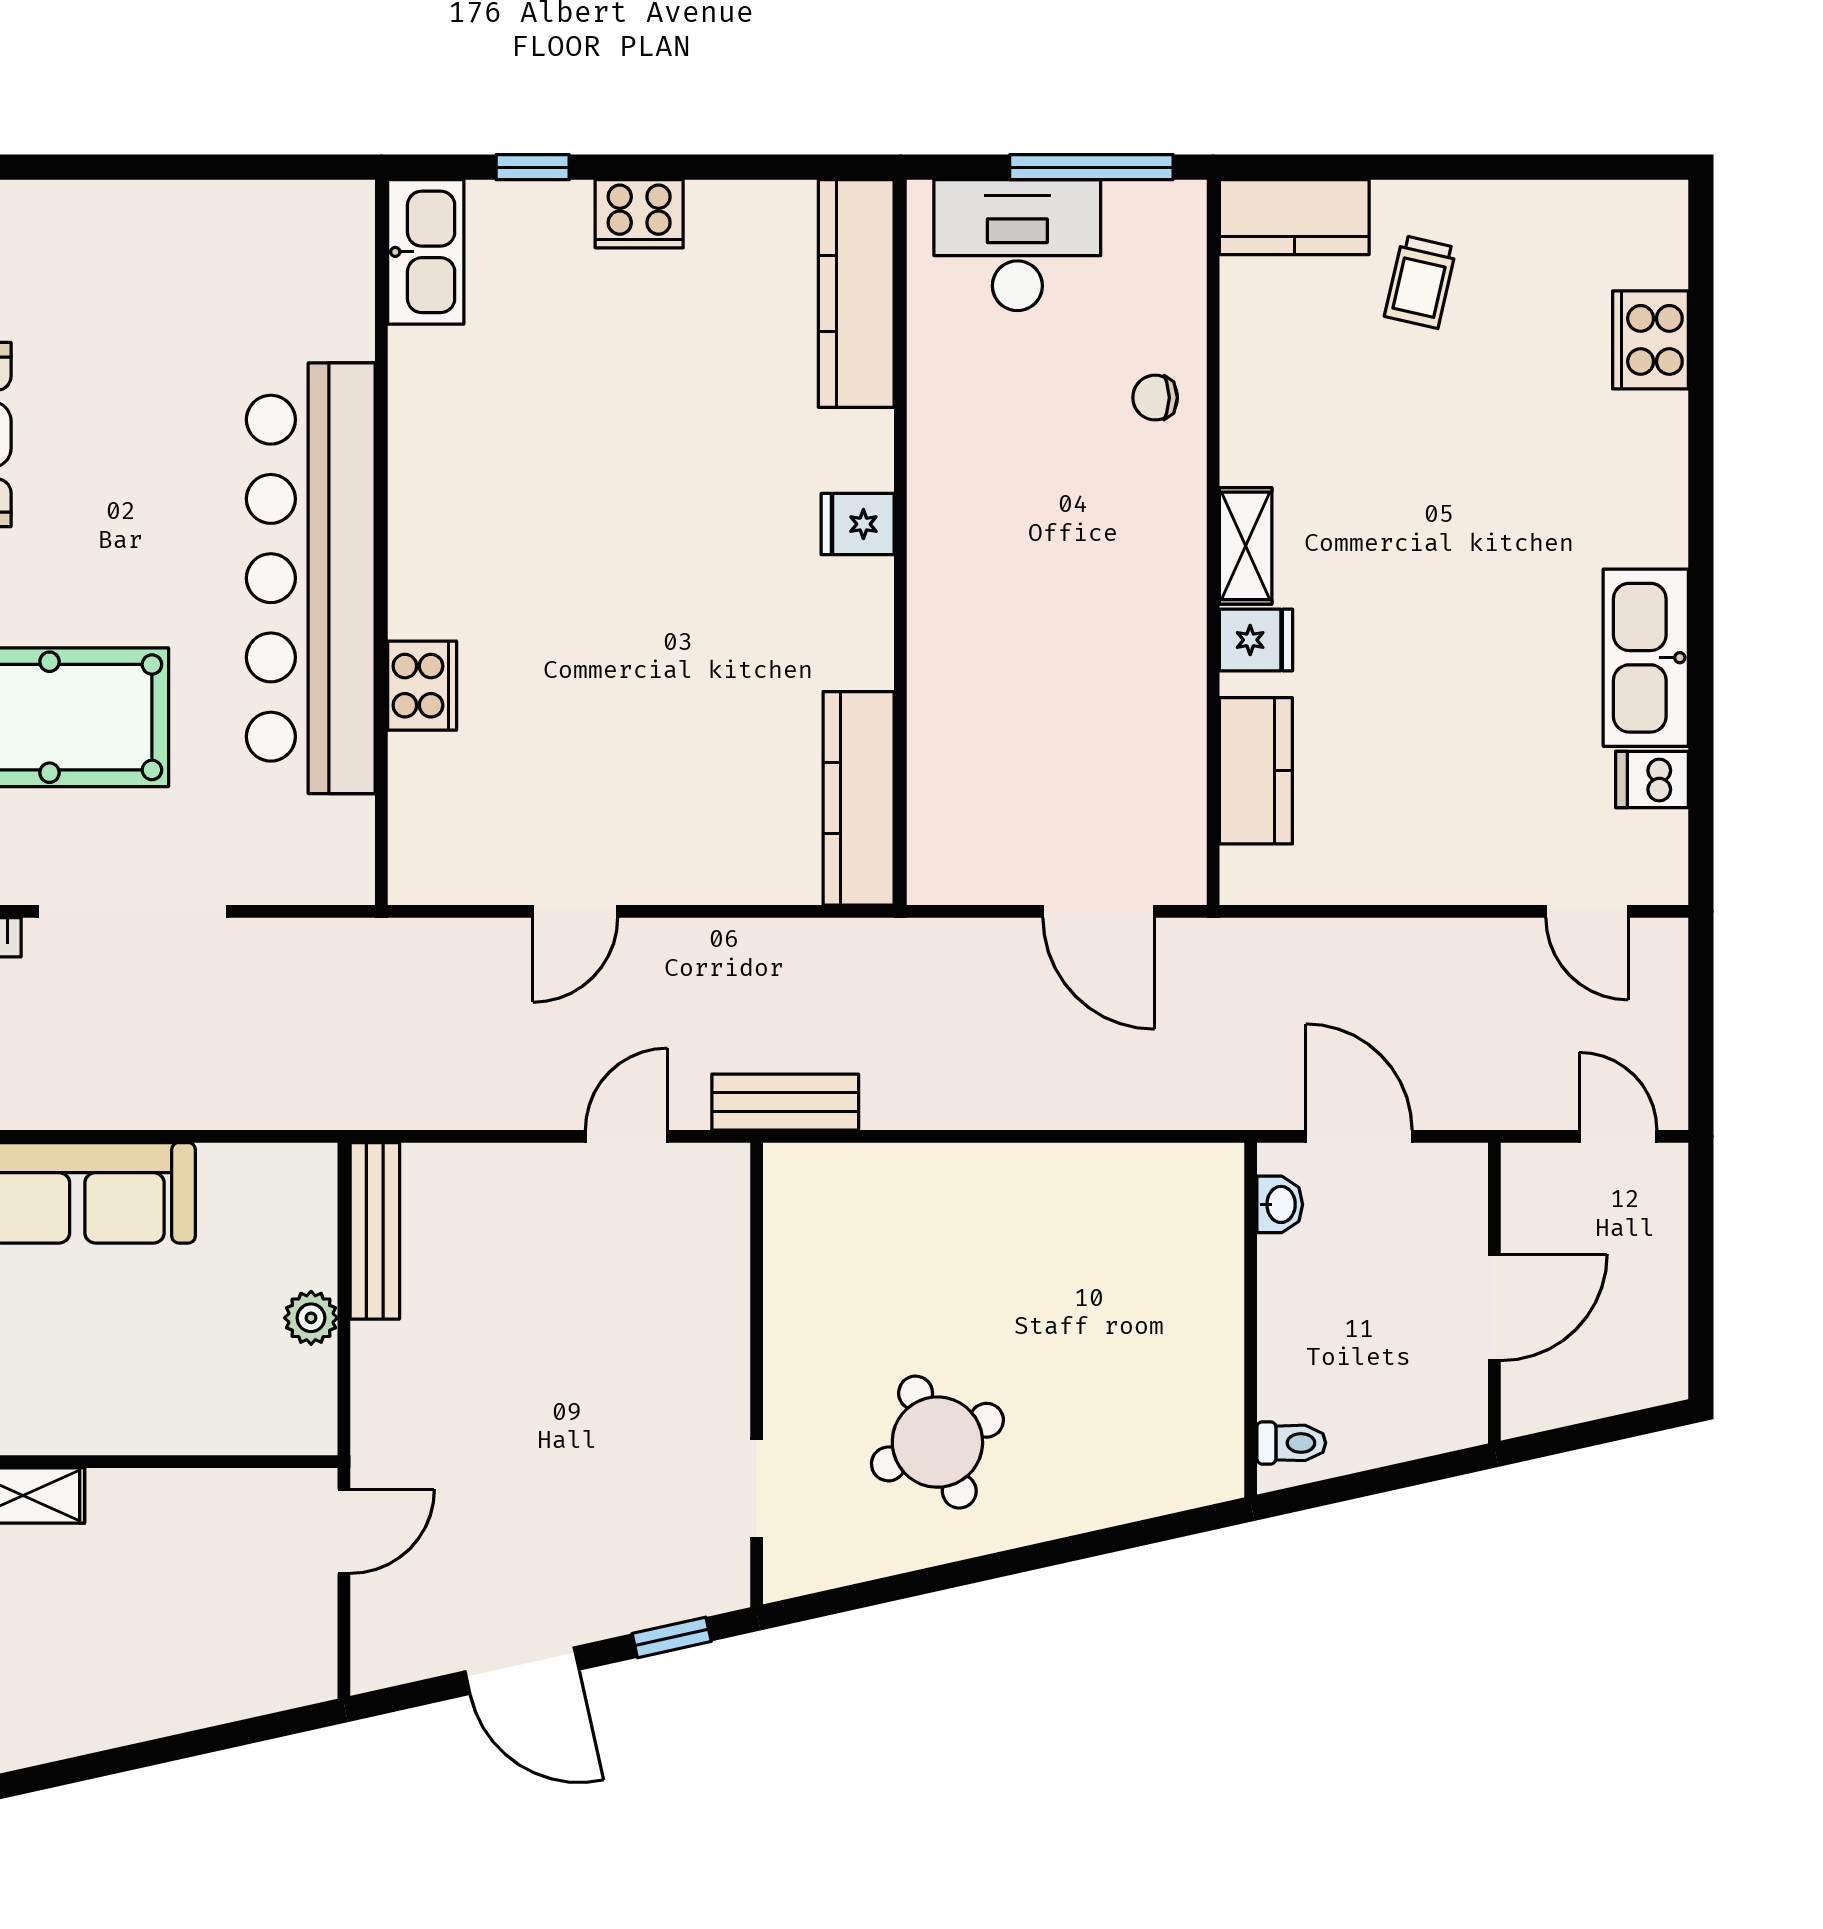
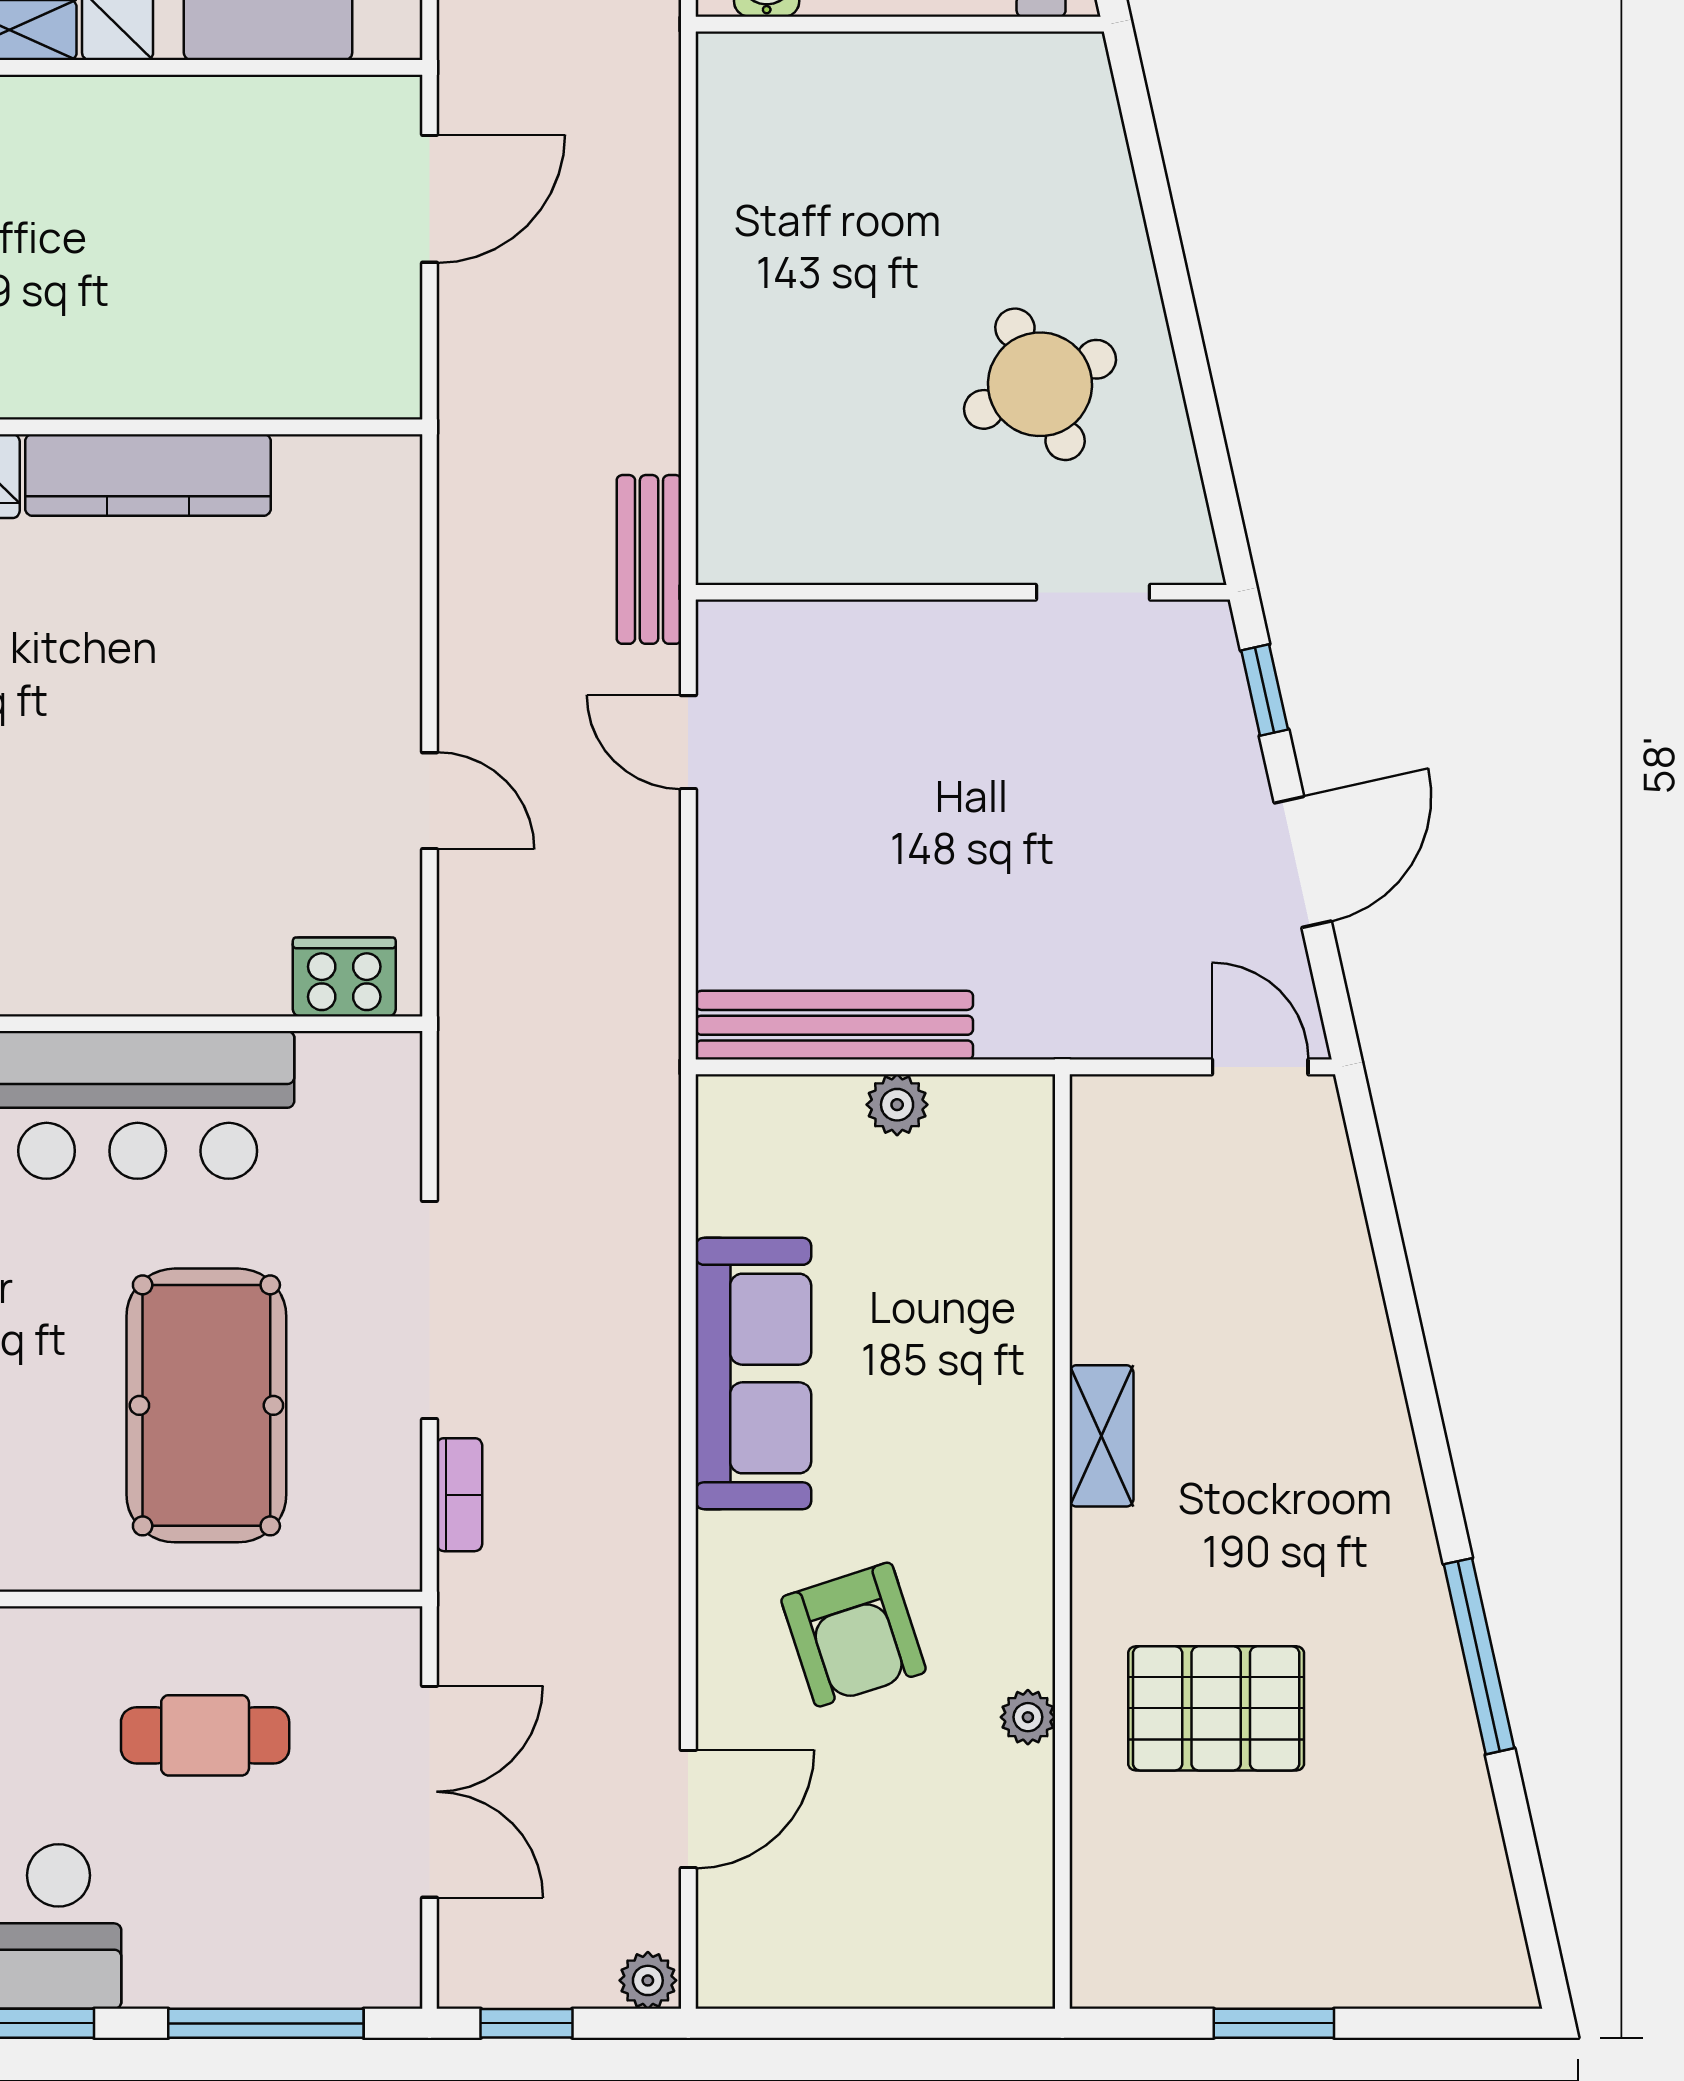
cooker: (422, 686) -> (344, 977), moved
kitchen counter: (859, 798) -> (148, 475), moved
bench: (375, 1231) -> (834, 1025), width x1.37, depth x1.21
door: (344, 1531) -> (1260, 1067), moved

